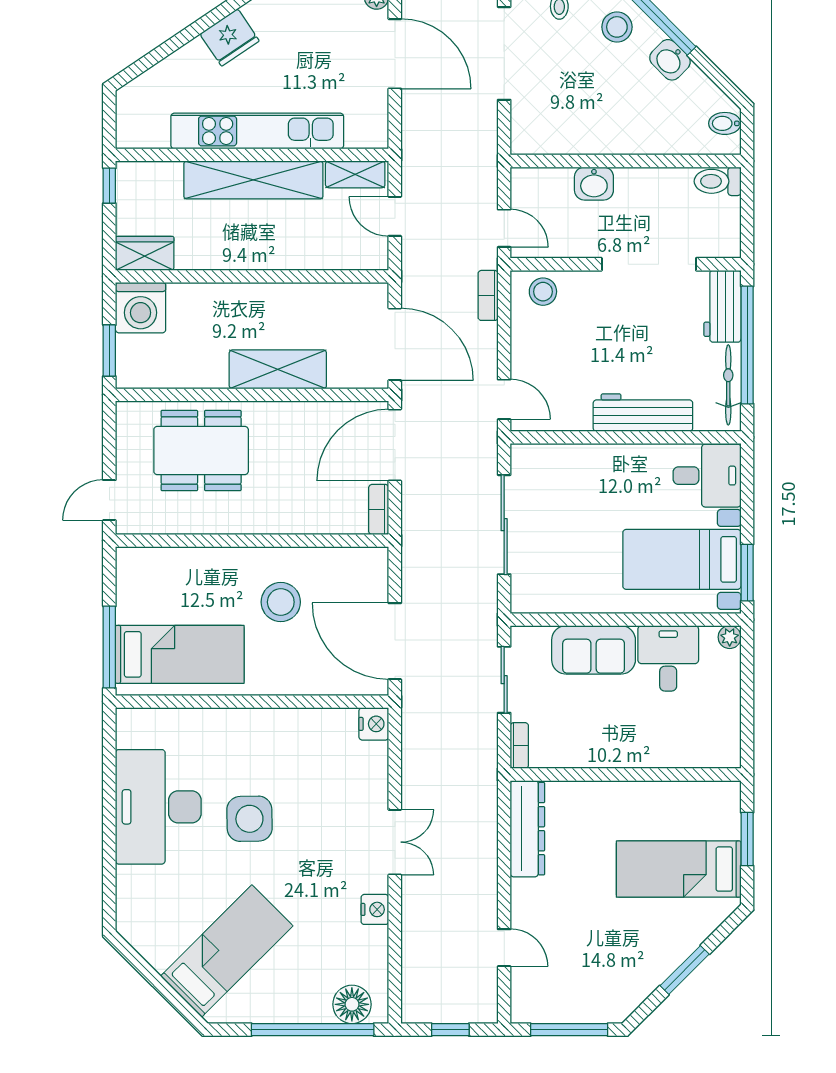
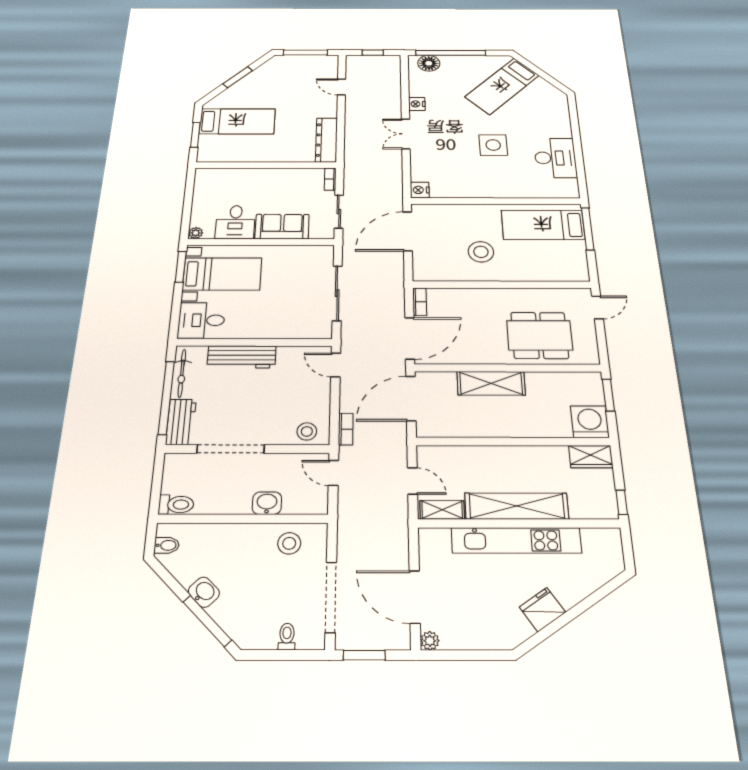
stool: (617, 27) -> (289, 543), moved
door: (395, 344) -> (411, 399), hinge flipped
door: (395, 641) -> (408, 231), swing flipped
desk: (158, 807) -> (555, 158), width x0.73, depth x0.77

